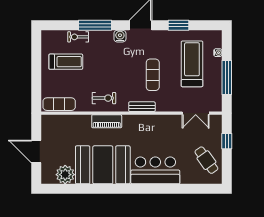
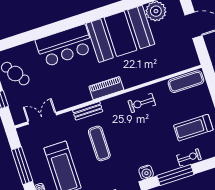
bench: (142, 107) -> (88, 111), moved
piano: (107, 121) -> (106, 88), moved

